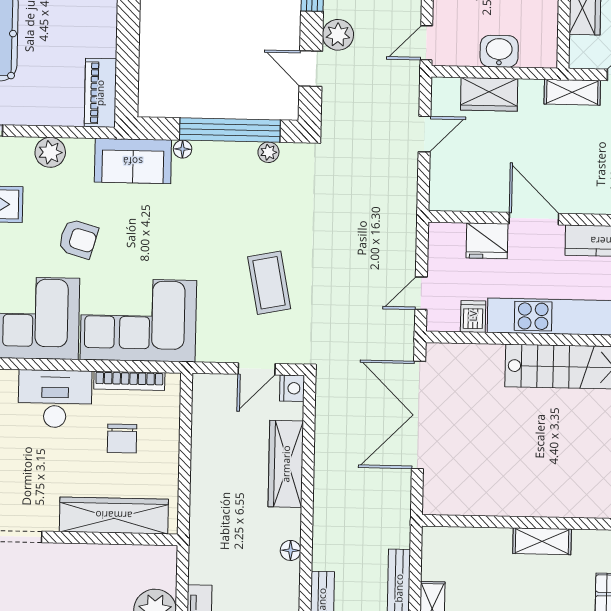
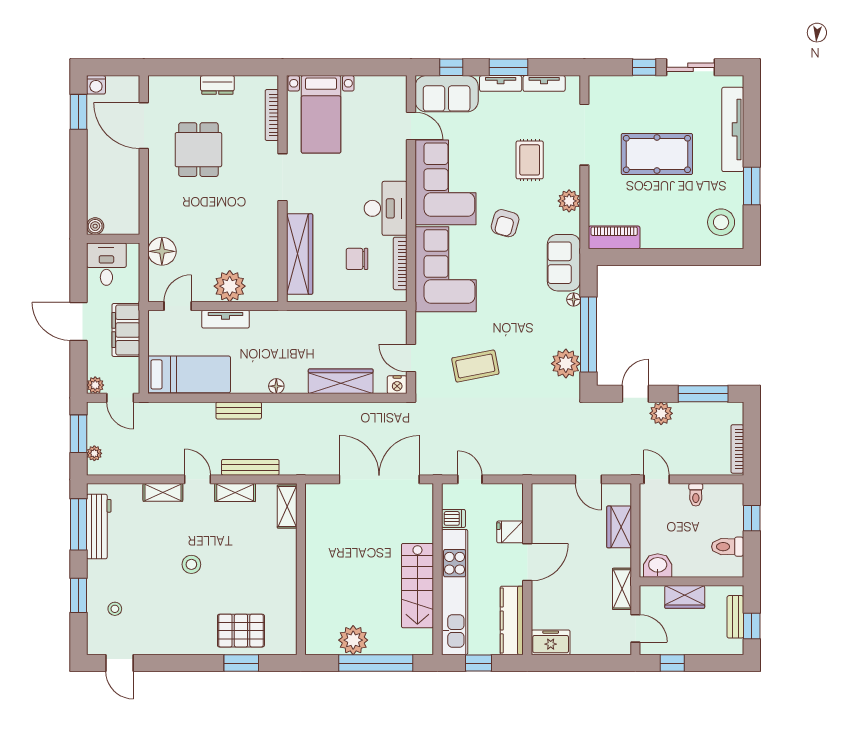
washbasin: (499, 51) -> (658, 565), moved, turned -90
plant: (268, 152) -> (566, 364), width x1.88, depth x1.88
fridge: (487, 241) -> (510, 532), width x0.72
shelving: (542, 541) -> (287, 507), moved

